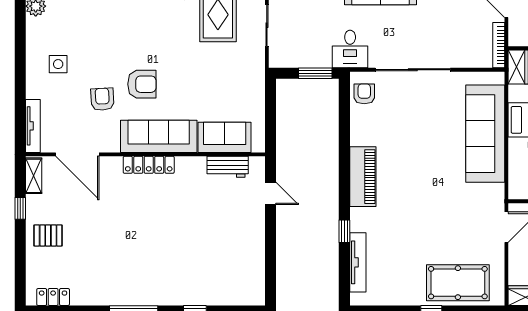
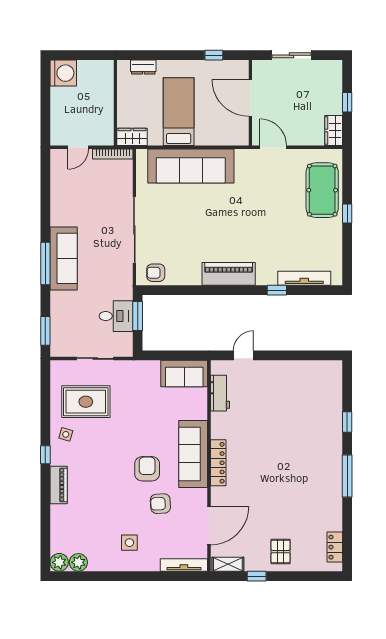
desk: (350, 49) -> (116, 316), moved
sofa: (225, 137) -> (184, 374), moved, turned -90

